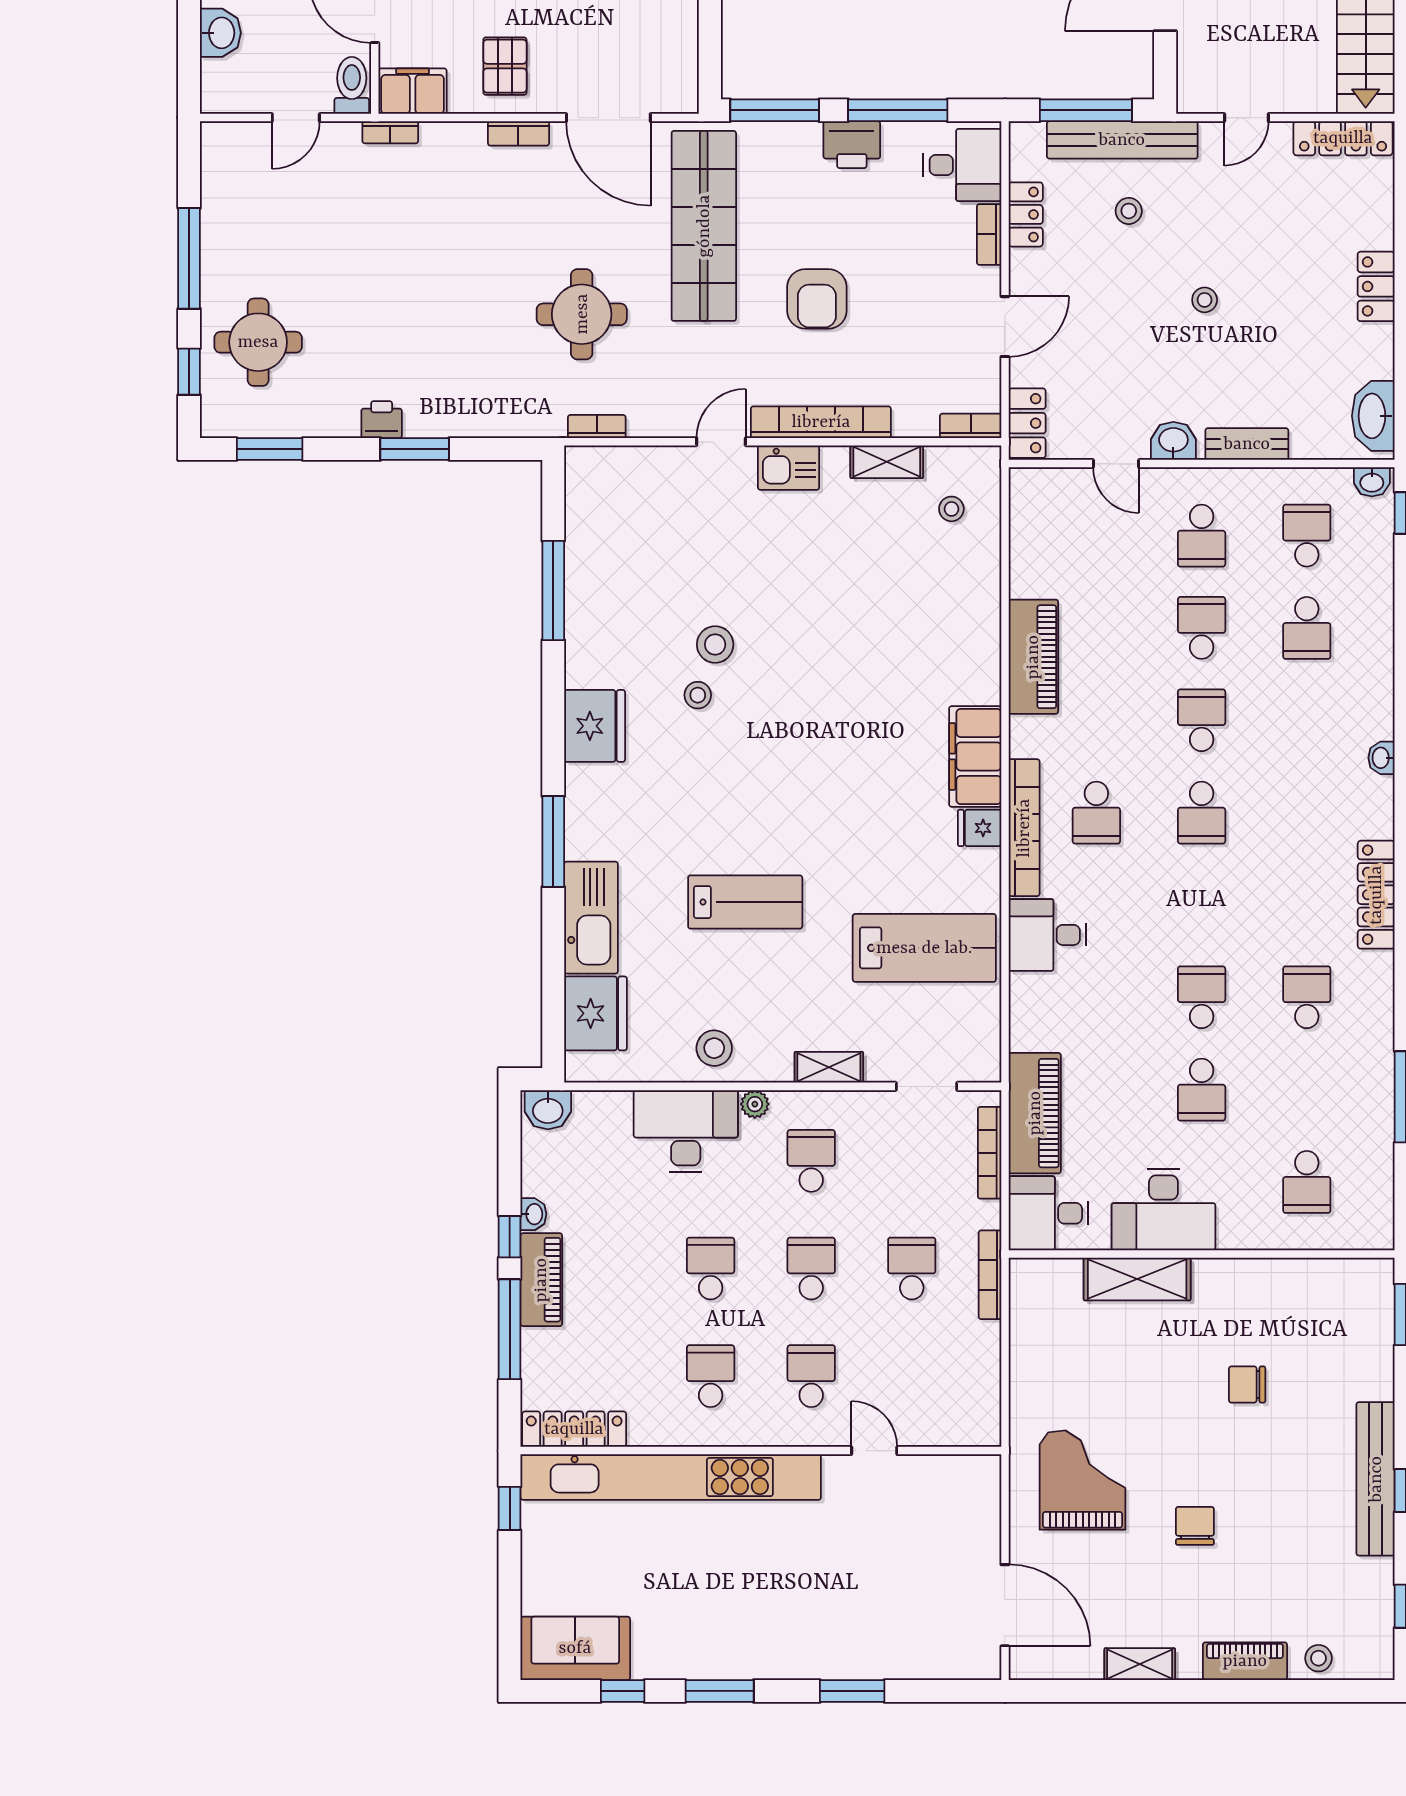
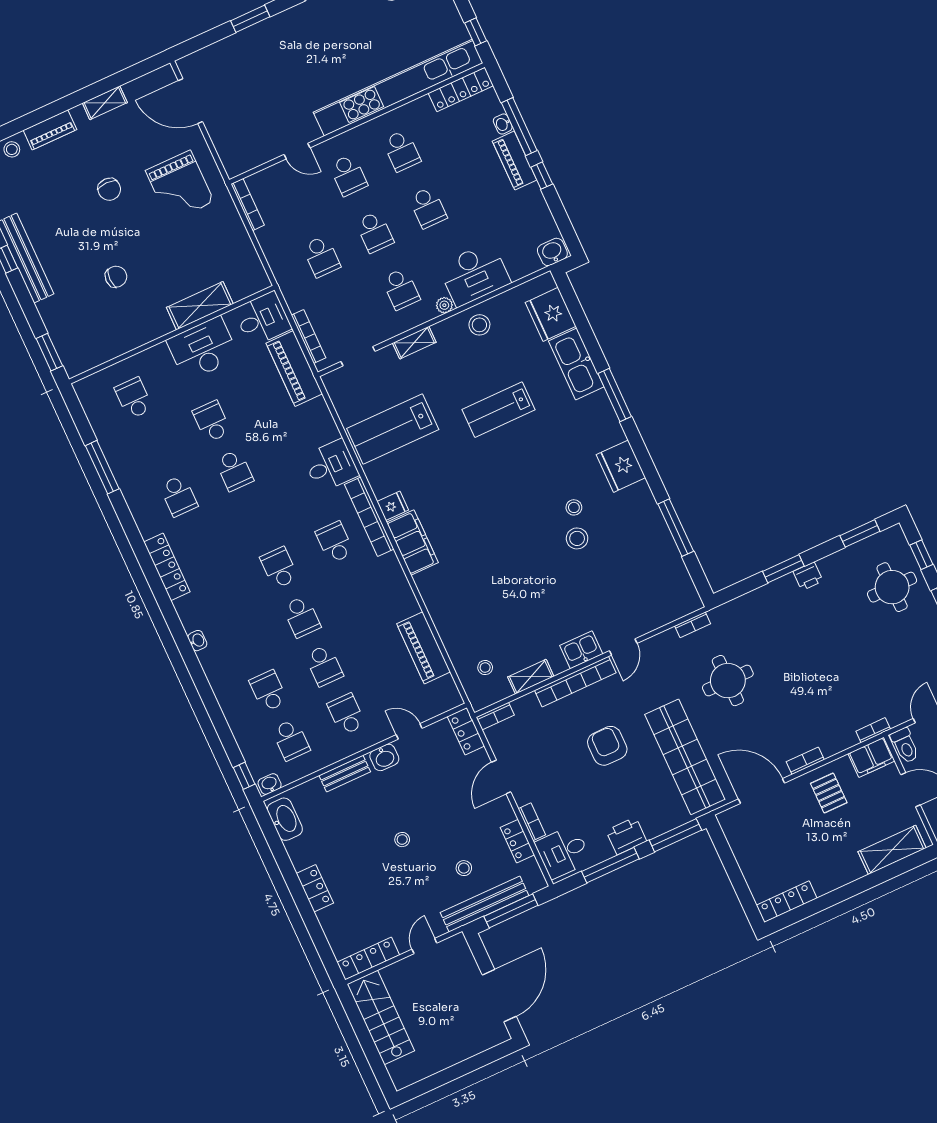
piano: (1033, 657) -> (424, 648), moved
washbasin: (533, 1214) -> (503, 124), moved
bookcase: (990, 1275) -> (248, 205), moved

